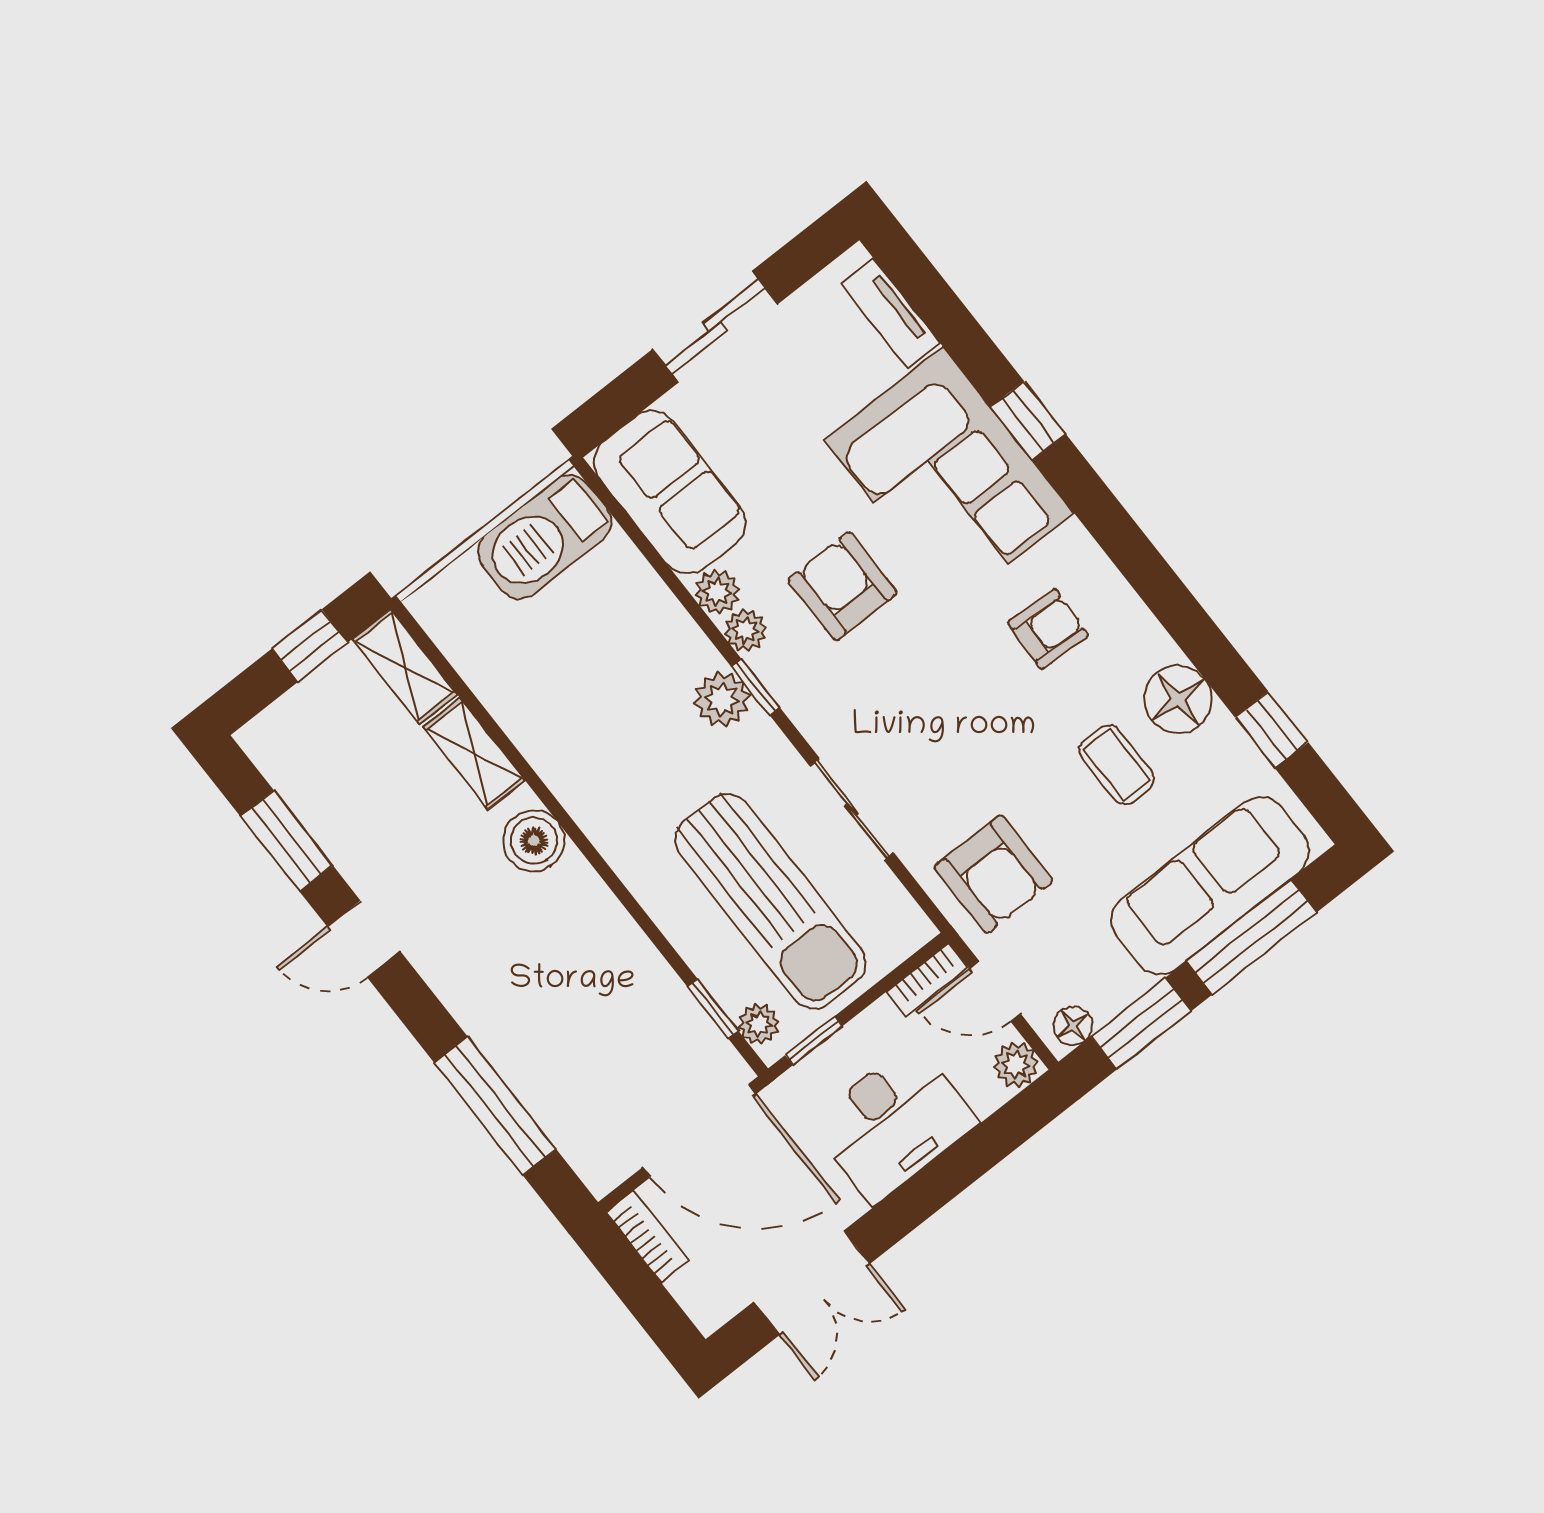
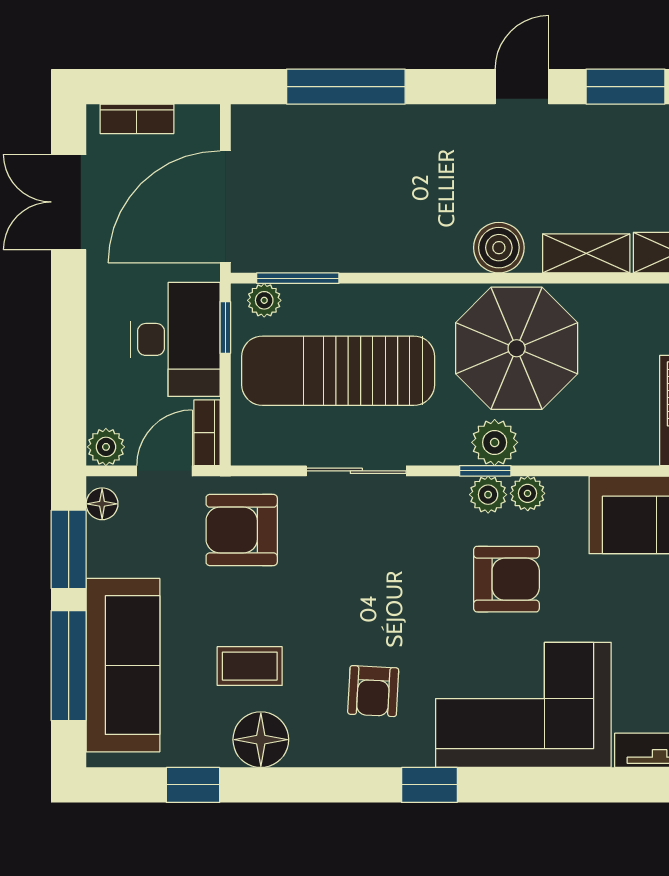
window: (1028, 420) -> (429, 785), moved
plant: (717, 592) -> (488, 495), moved
parasol: (616, 749) -> (517, 348), added
window: (713, 1009) -> (298, 278), width x1.50
desk: (894, 1123) -> (175, 339), moved, turned 180
bookcase: (647, 1236) -> (137, 119), moved

